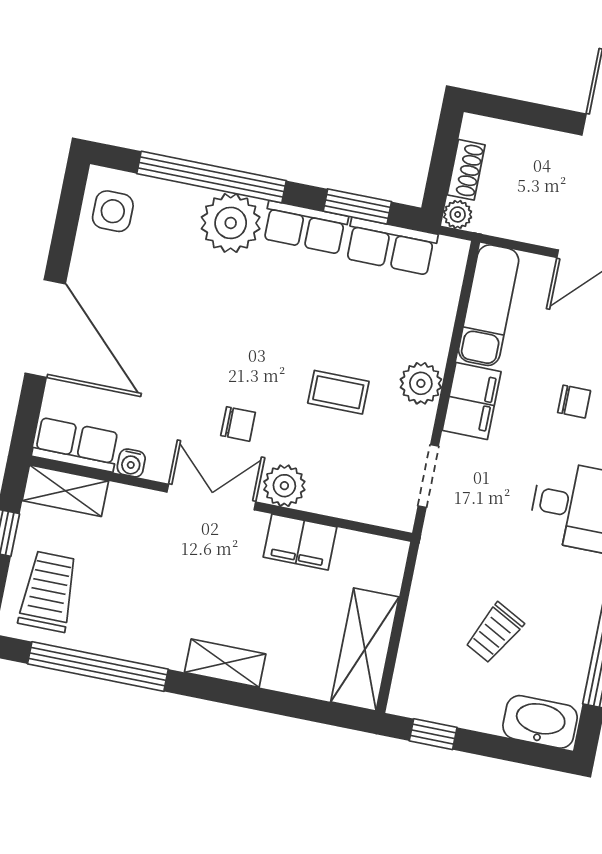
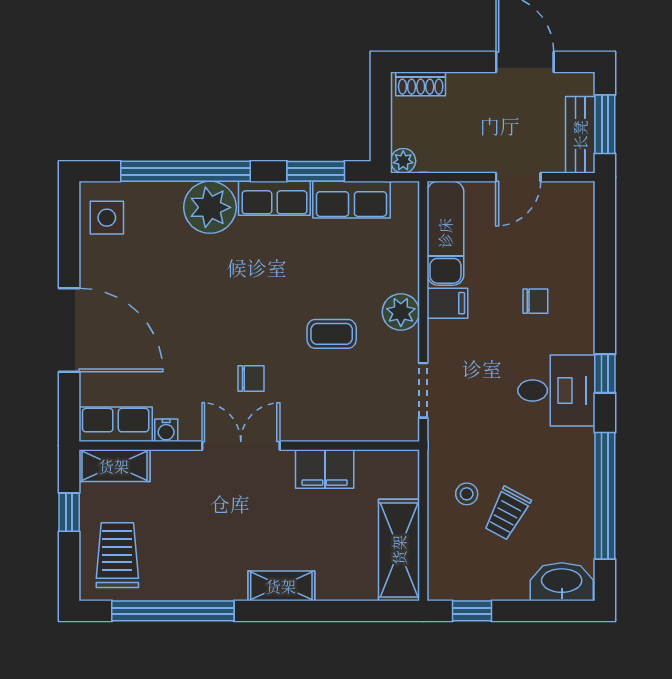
shoe rack: (466, 170) -> (421, 84), moved, turned 90
filing cabinet: (472, 401) -> (447, 303), width x0.50
plant: (284, 486) -> (301, 423), removed
stool: (454, 602) -> (467, 494), added

